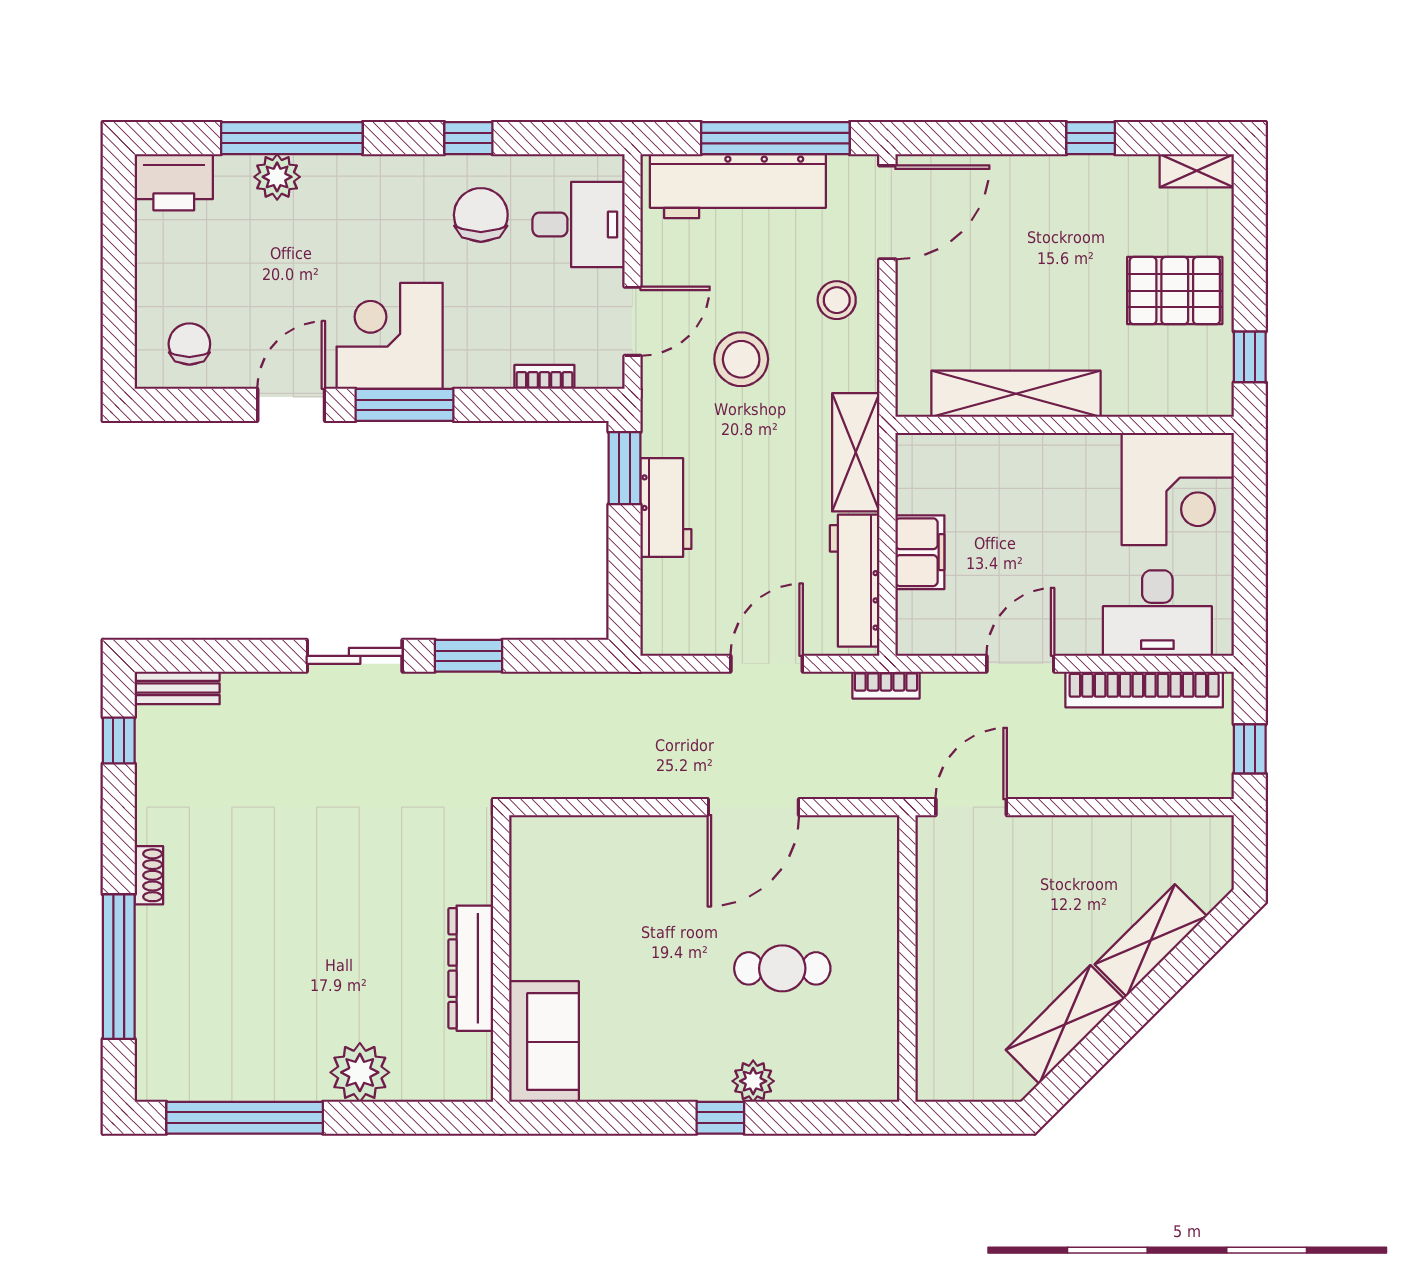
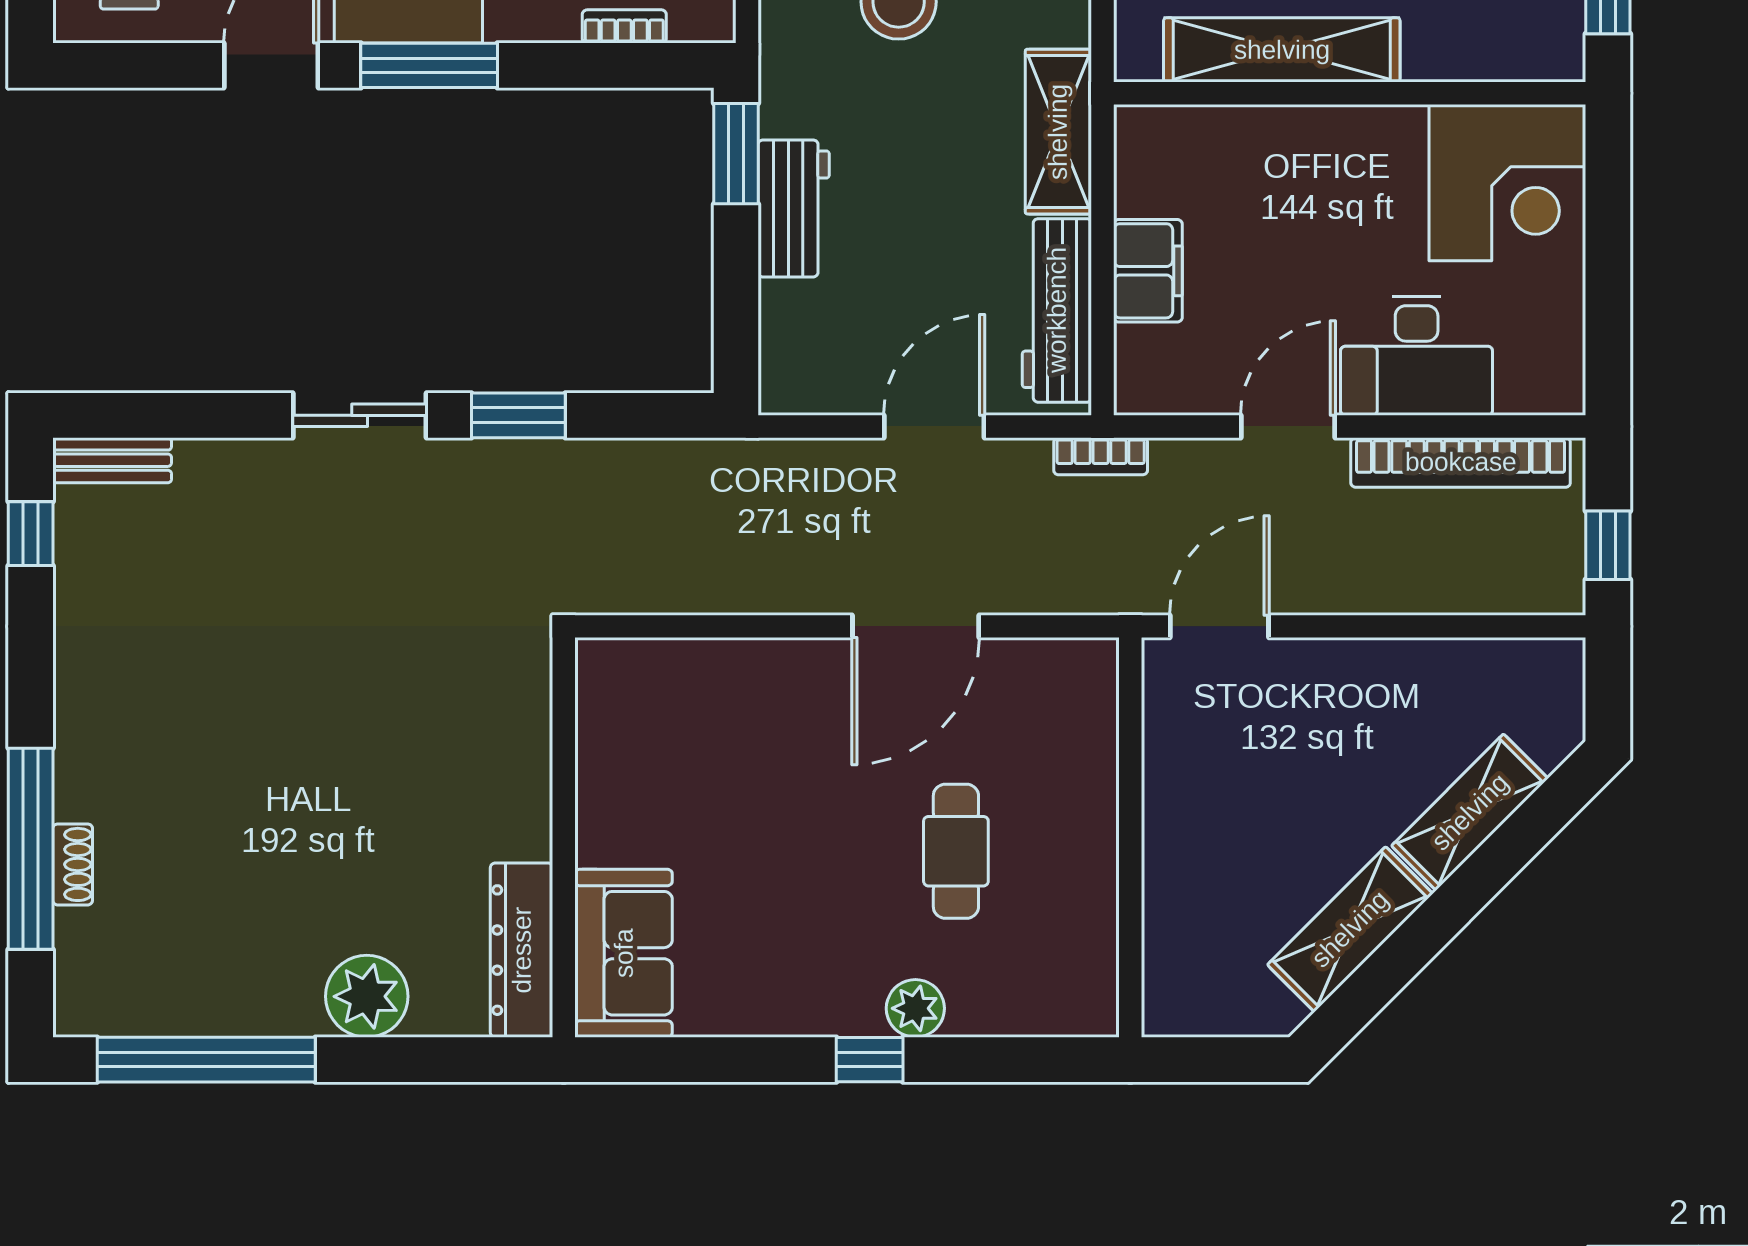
desk: (1157, 613) -> (1417, 356), moved
shoe rack: (149, 875) -> (73, 864), moved
dresser: (471, 968) -> (522, 950), moved
cafe table: (782, 968) -> (956, 851), turned 90

